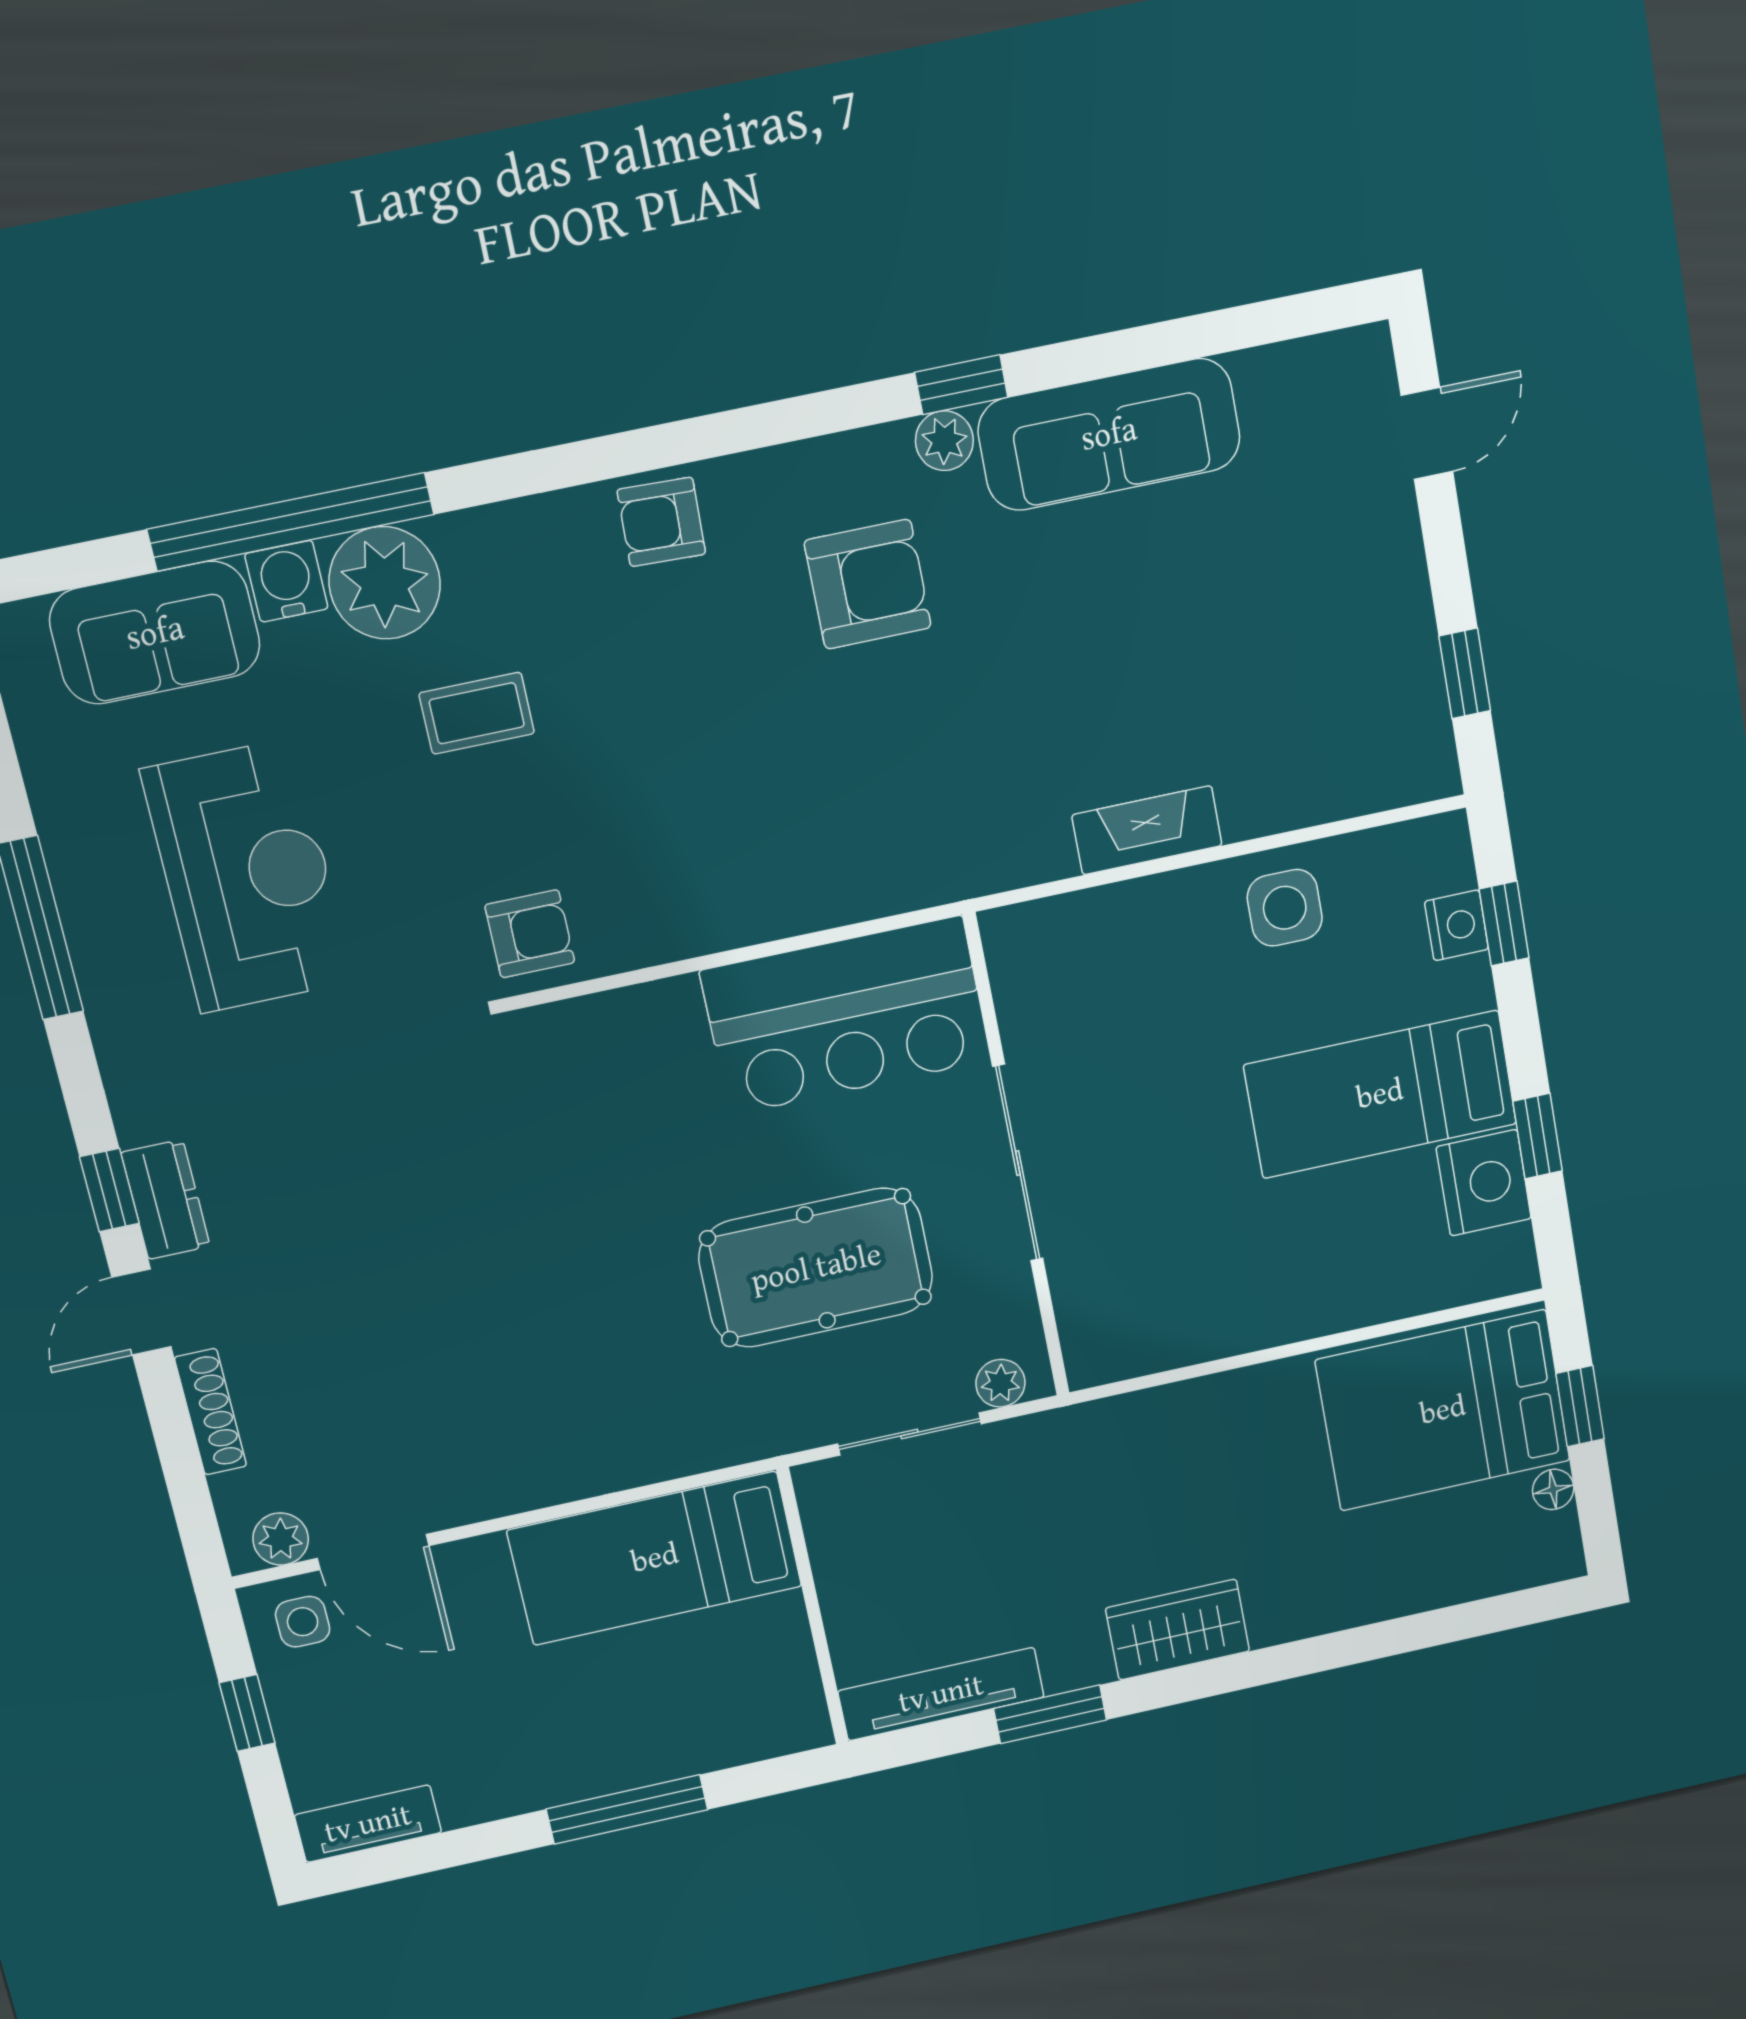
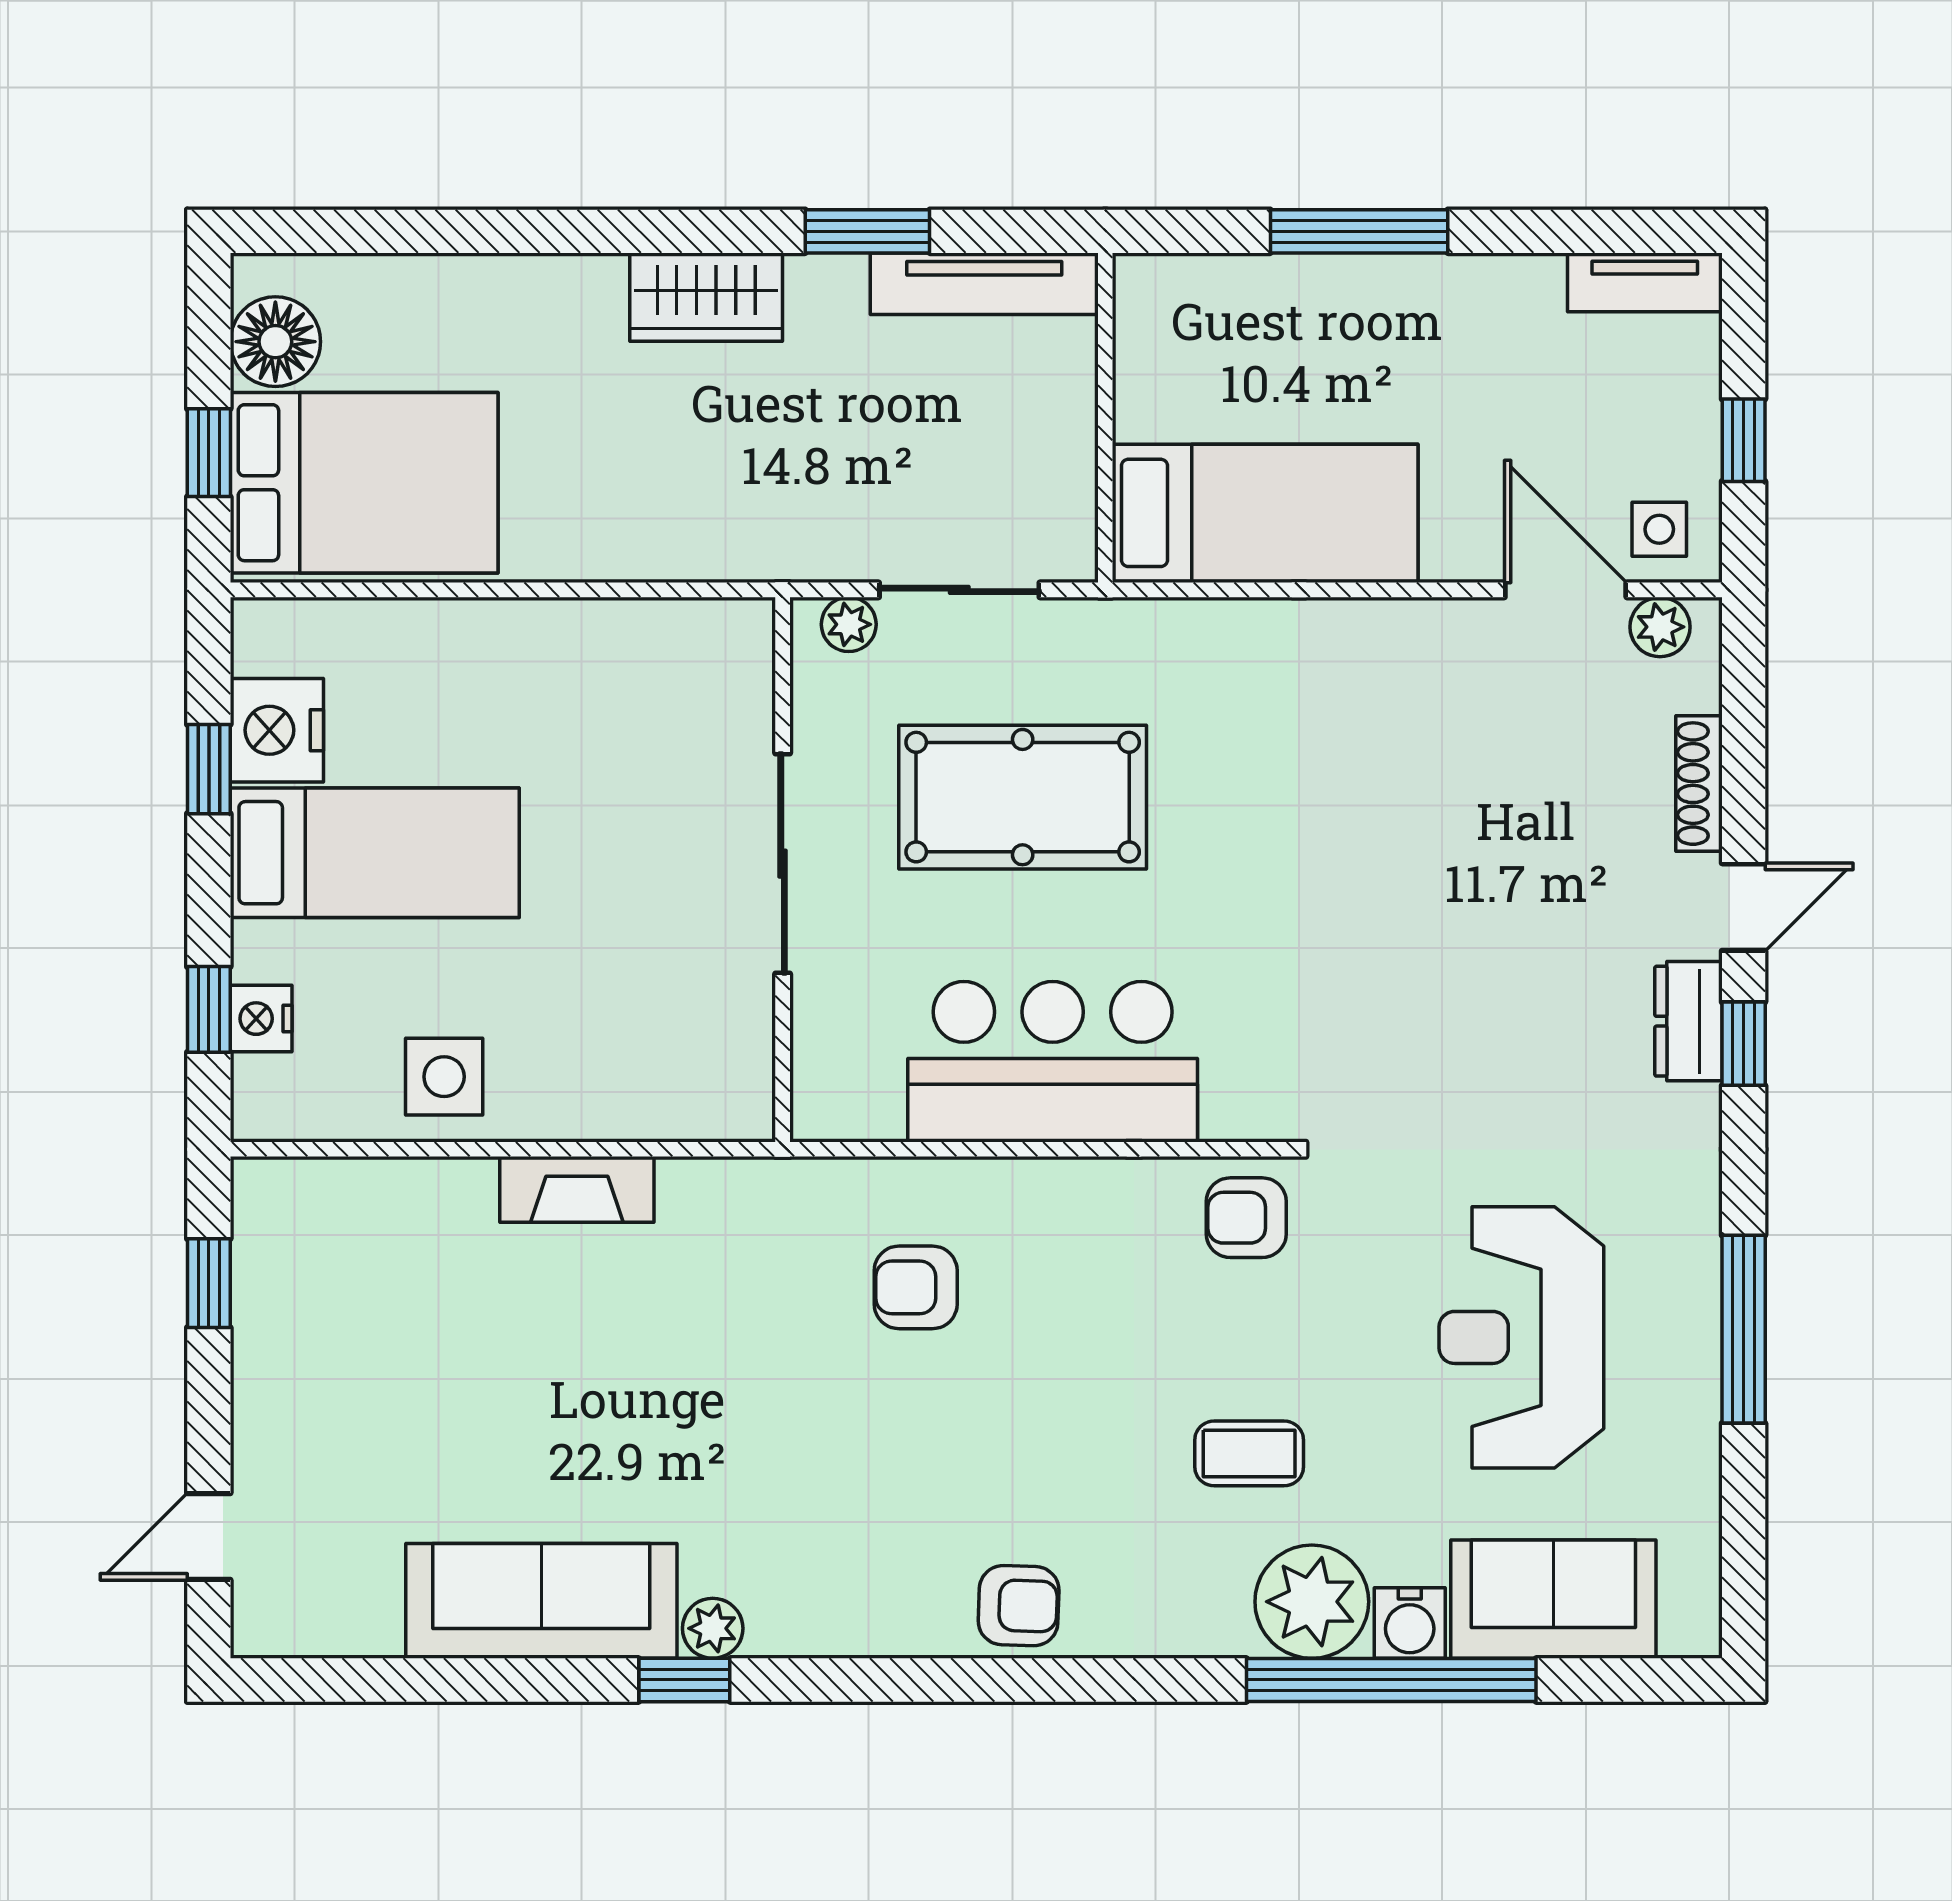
armchair: (868, 584) -> (916, 1287), moved, width x0.72, depth x0.72
bar counter: (846, 1016) -> (1053, 1062), moved
floor lamp: (1553, 1489) -> (275, 342), width x1.89, depth x1.89

